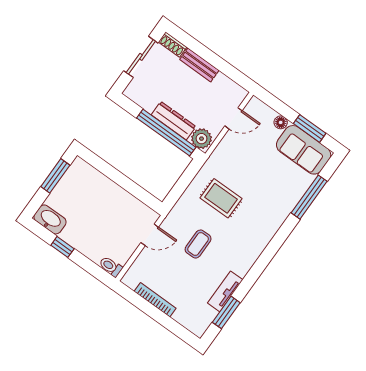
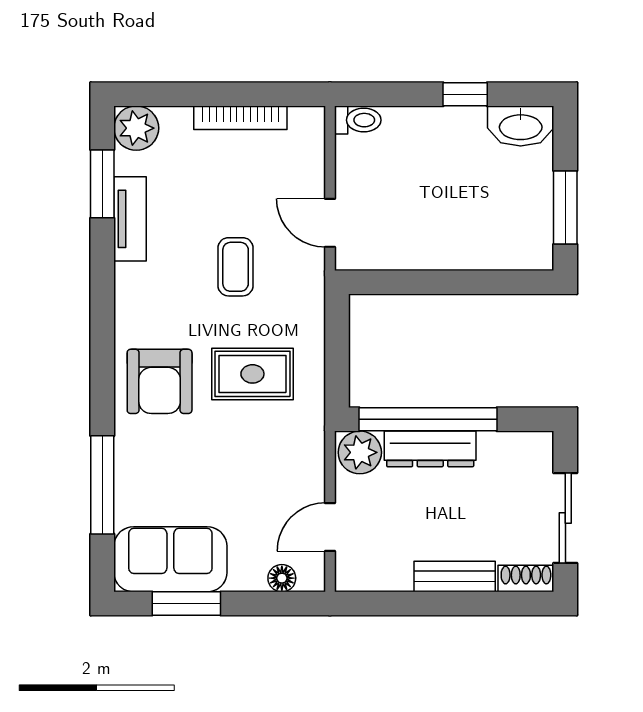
floor lamp: (281, 122) -> (282, 578), moved
armchair: (259, 221) -> (160, 381), added
door: (150, 235) -> (330, 223), hinge flipped
plant: (198, 324) -> (136, 128), added

